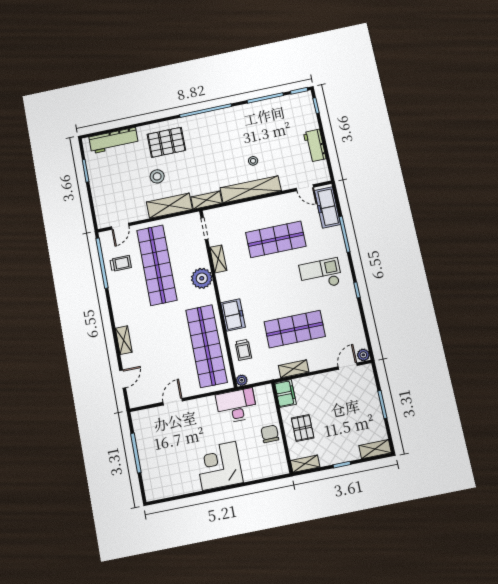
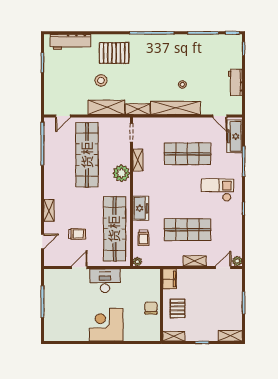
trolley: (121, 263) -> (77, 234), moved
shelving: (294, 369) -> (195, 261), moved
desk: (236, 406) -> (105, 281), moved

